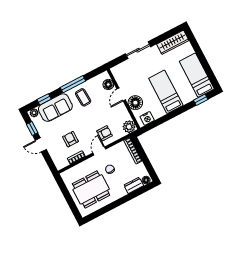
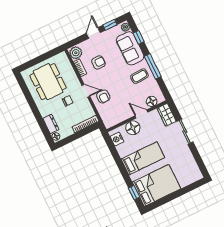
wardrobe: (173, 42) -> (166, 115), moved, width x0.67
bed: (197, 75) -> (157, 185), width x1.50
plant: (129, 127) -> (76, 53), moved

